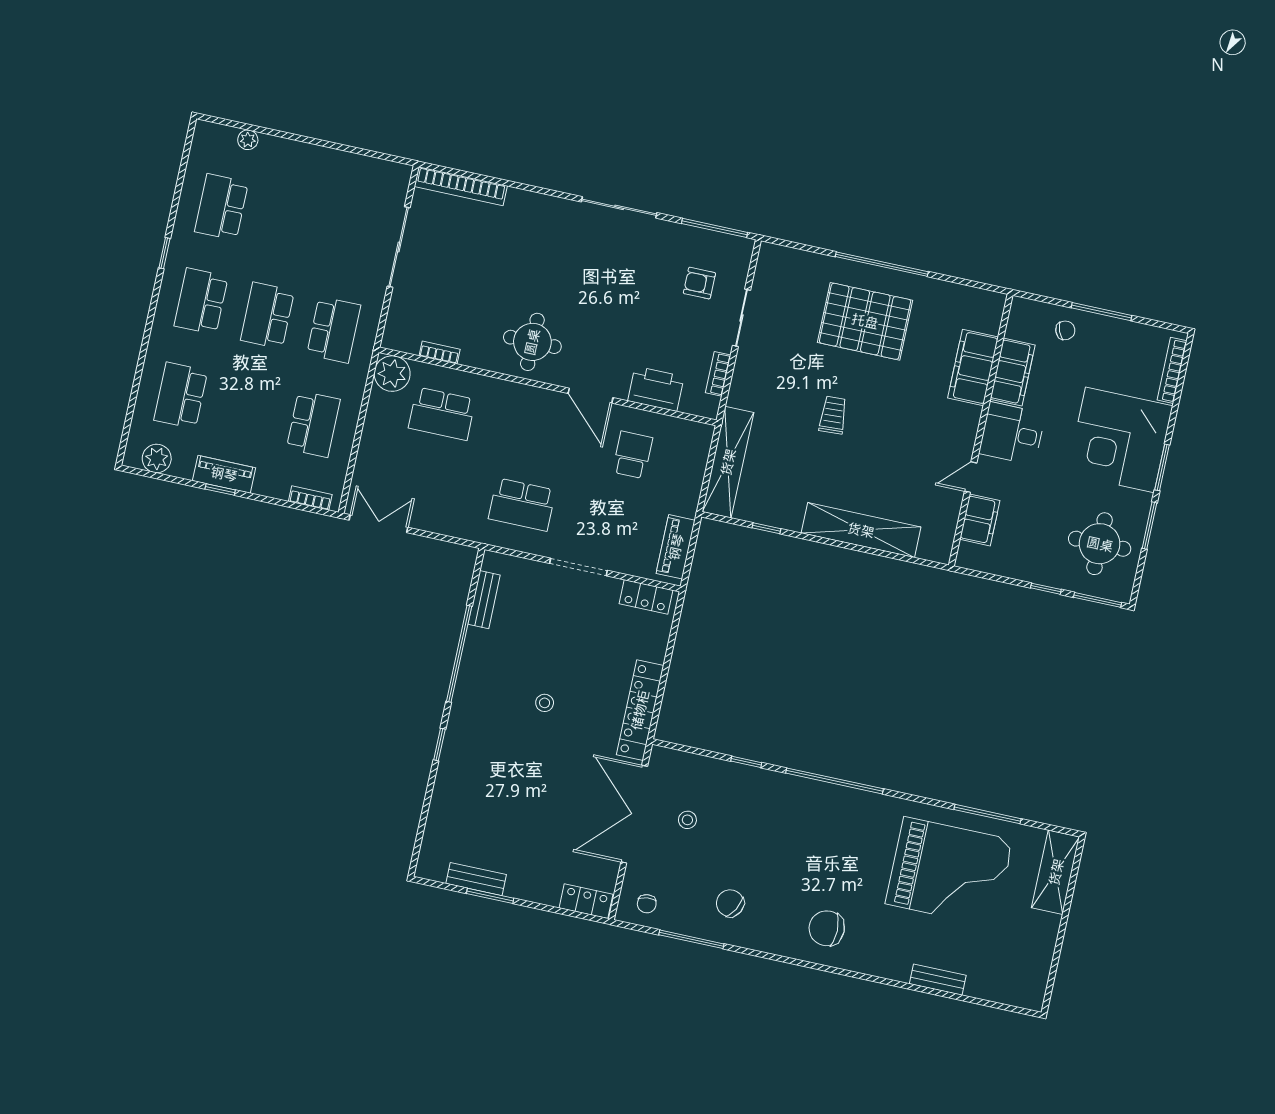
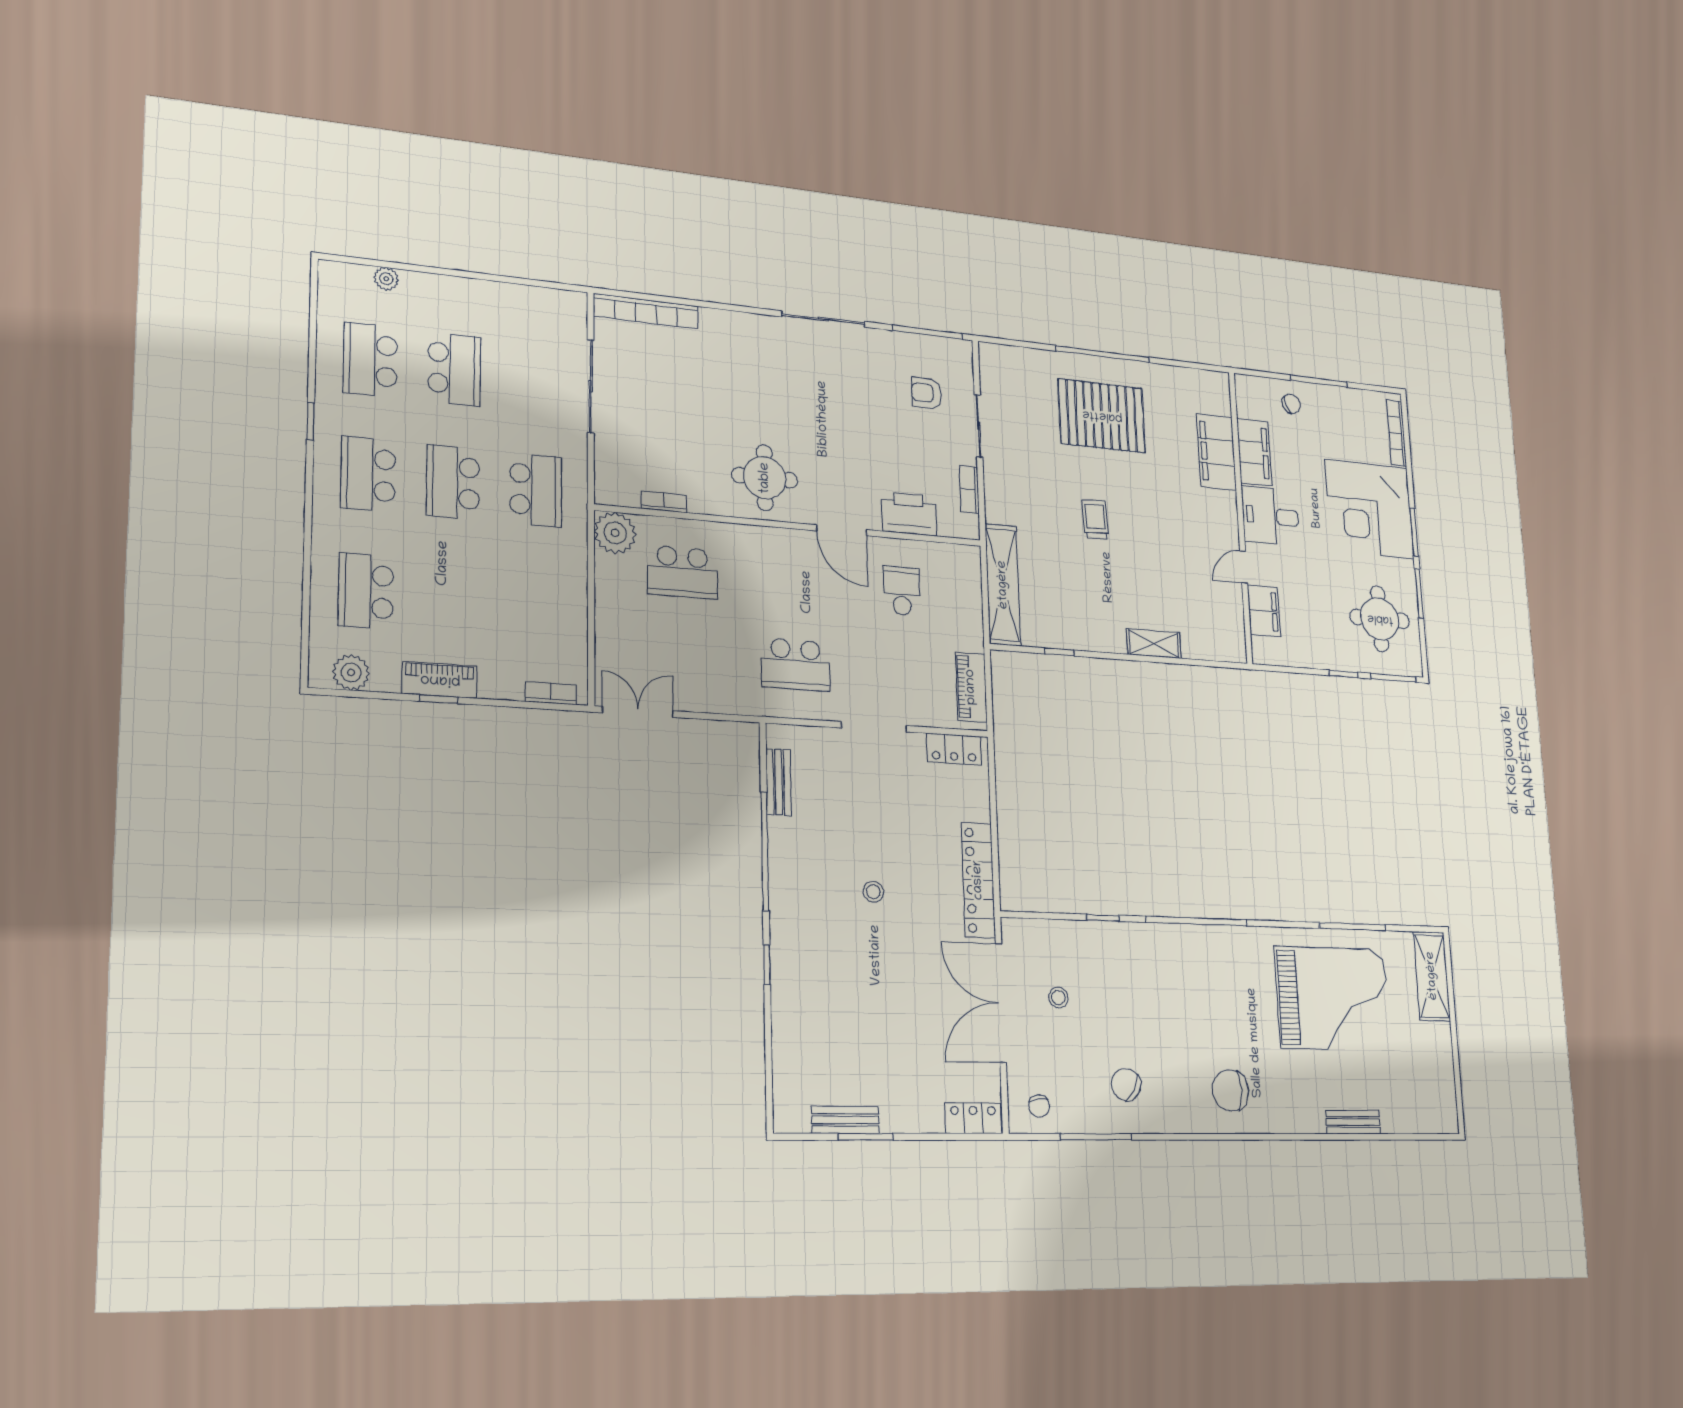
school desk: (313, 424) -> (454, 369), moved
shelving: (861, 530) -> (1154, 644), width x0.45, depth x0.75

